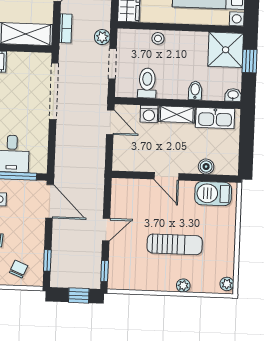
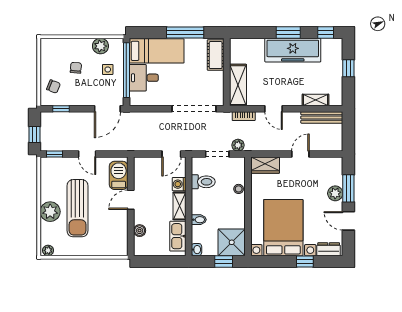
barbecue: (213, 194) -> (119, 175), moved
sun lounger: (175, 244) -> (78, 208), width x1.36, depth x1.34
plant: (183, 285) -> (50, 212), width x1.88, depth x1.88

